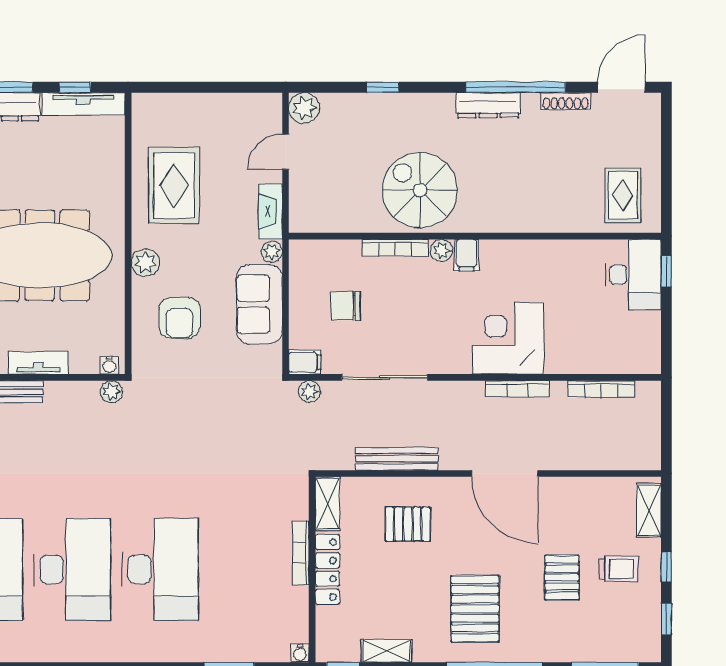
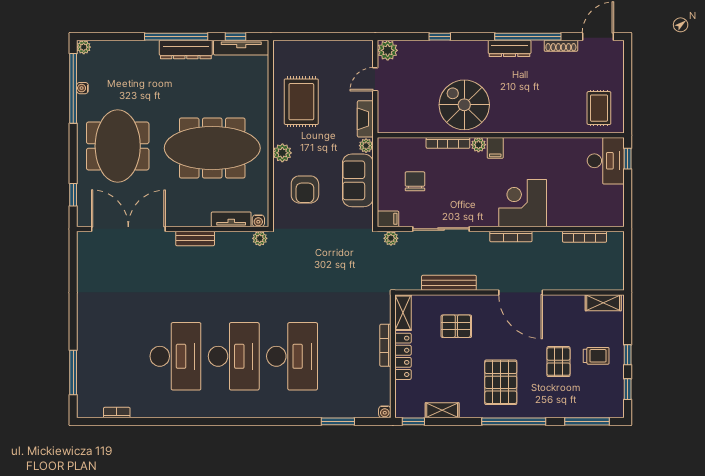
chair: (346, 306) -> (415, 181), turned 90
tv unit: (38, 363) -> (231, 219), moved
bookcase: (517, 389) -> (511, 236), moved
shelving: (649, 510) -> (603, 303), moved, turned 90

